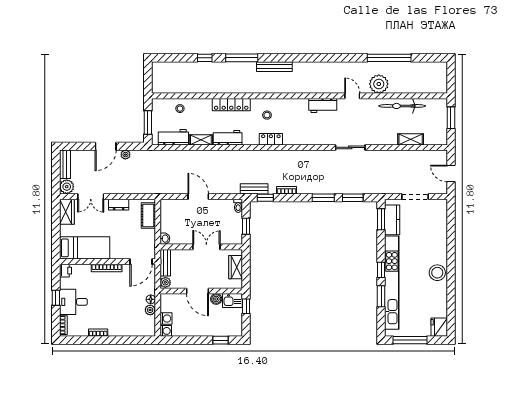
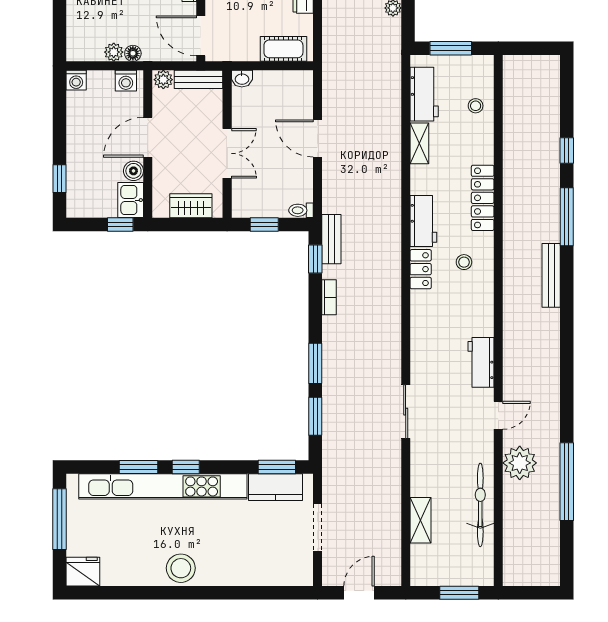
workbench: (228, 138) -> (423, 221), moved
door: (198, 197) -> (318, 138), swing flipped
washing machine: (166, 319) -> (126, 81), moved

